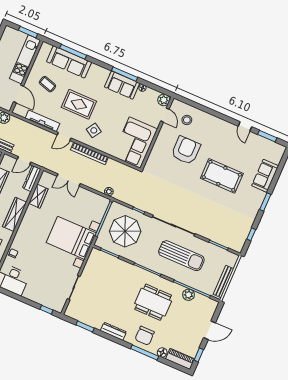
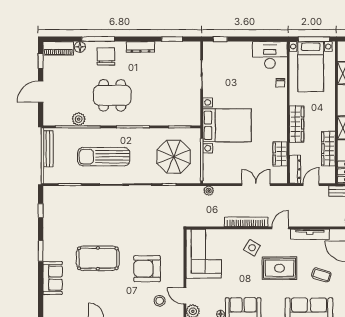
armchair: (186, 150) -> (147, 269), turned 90

